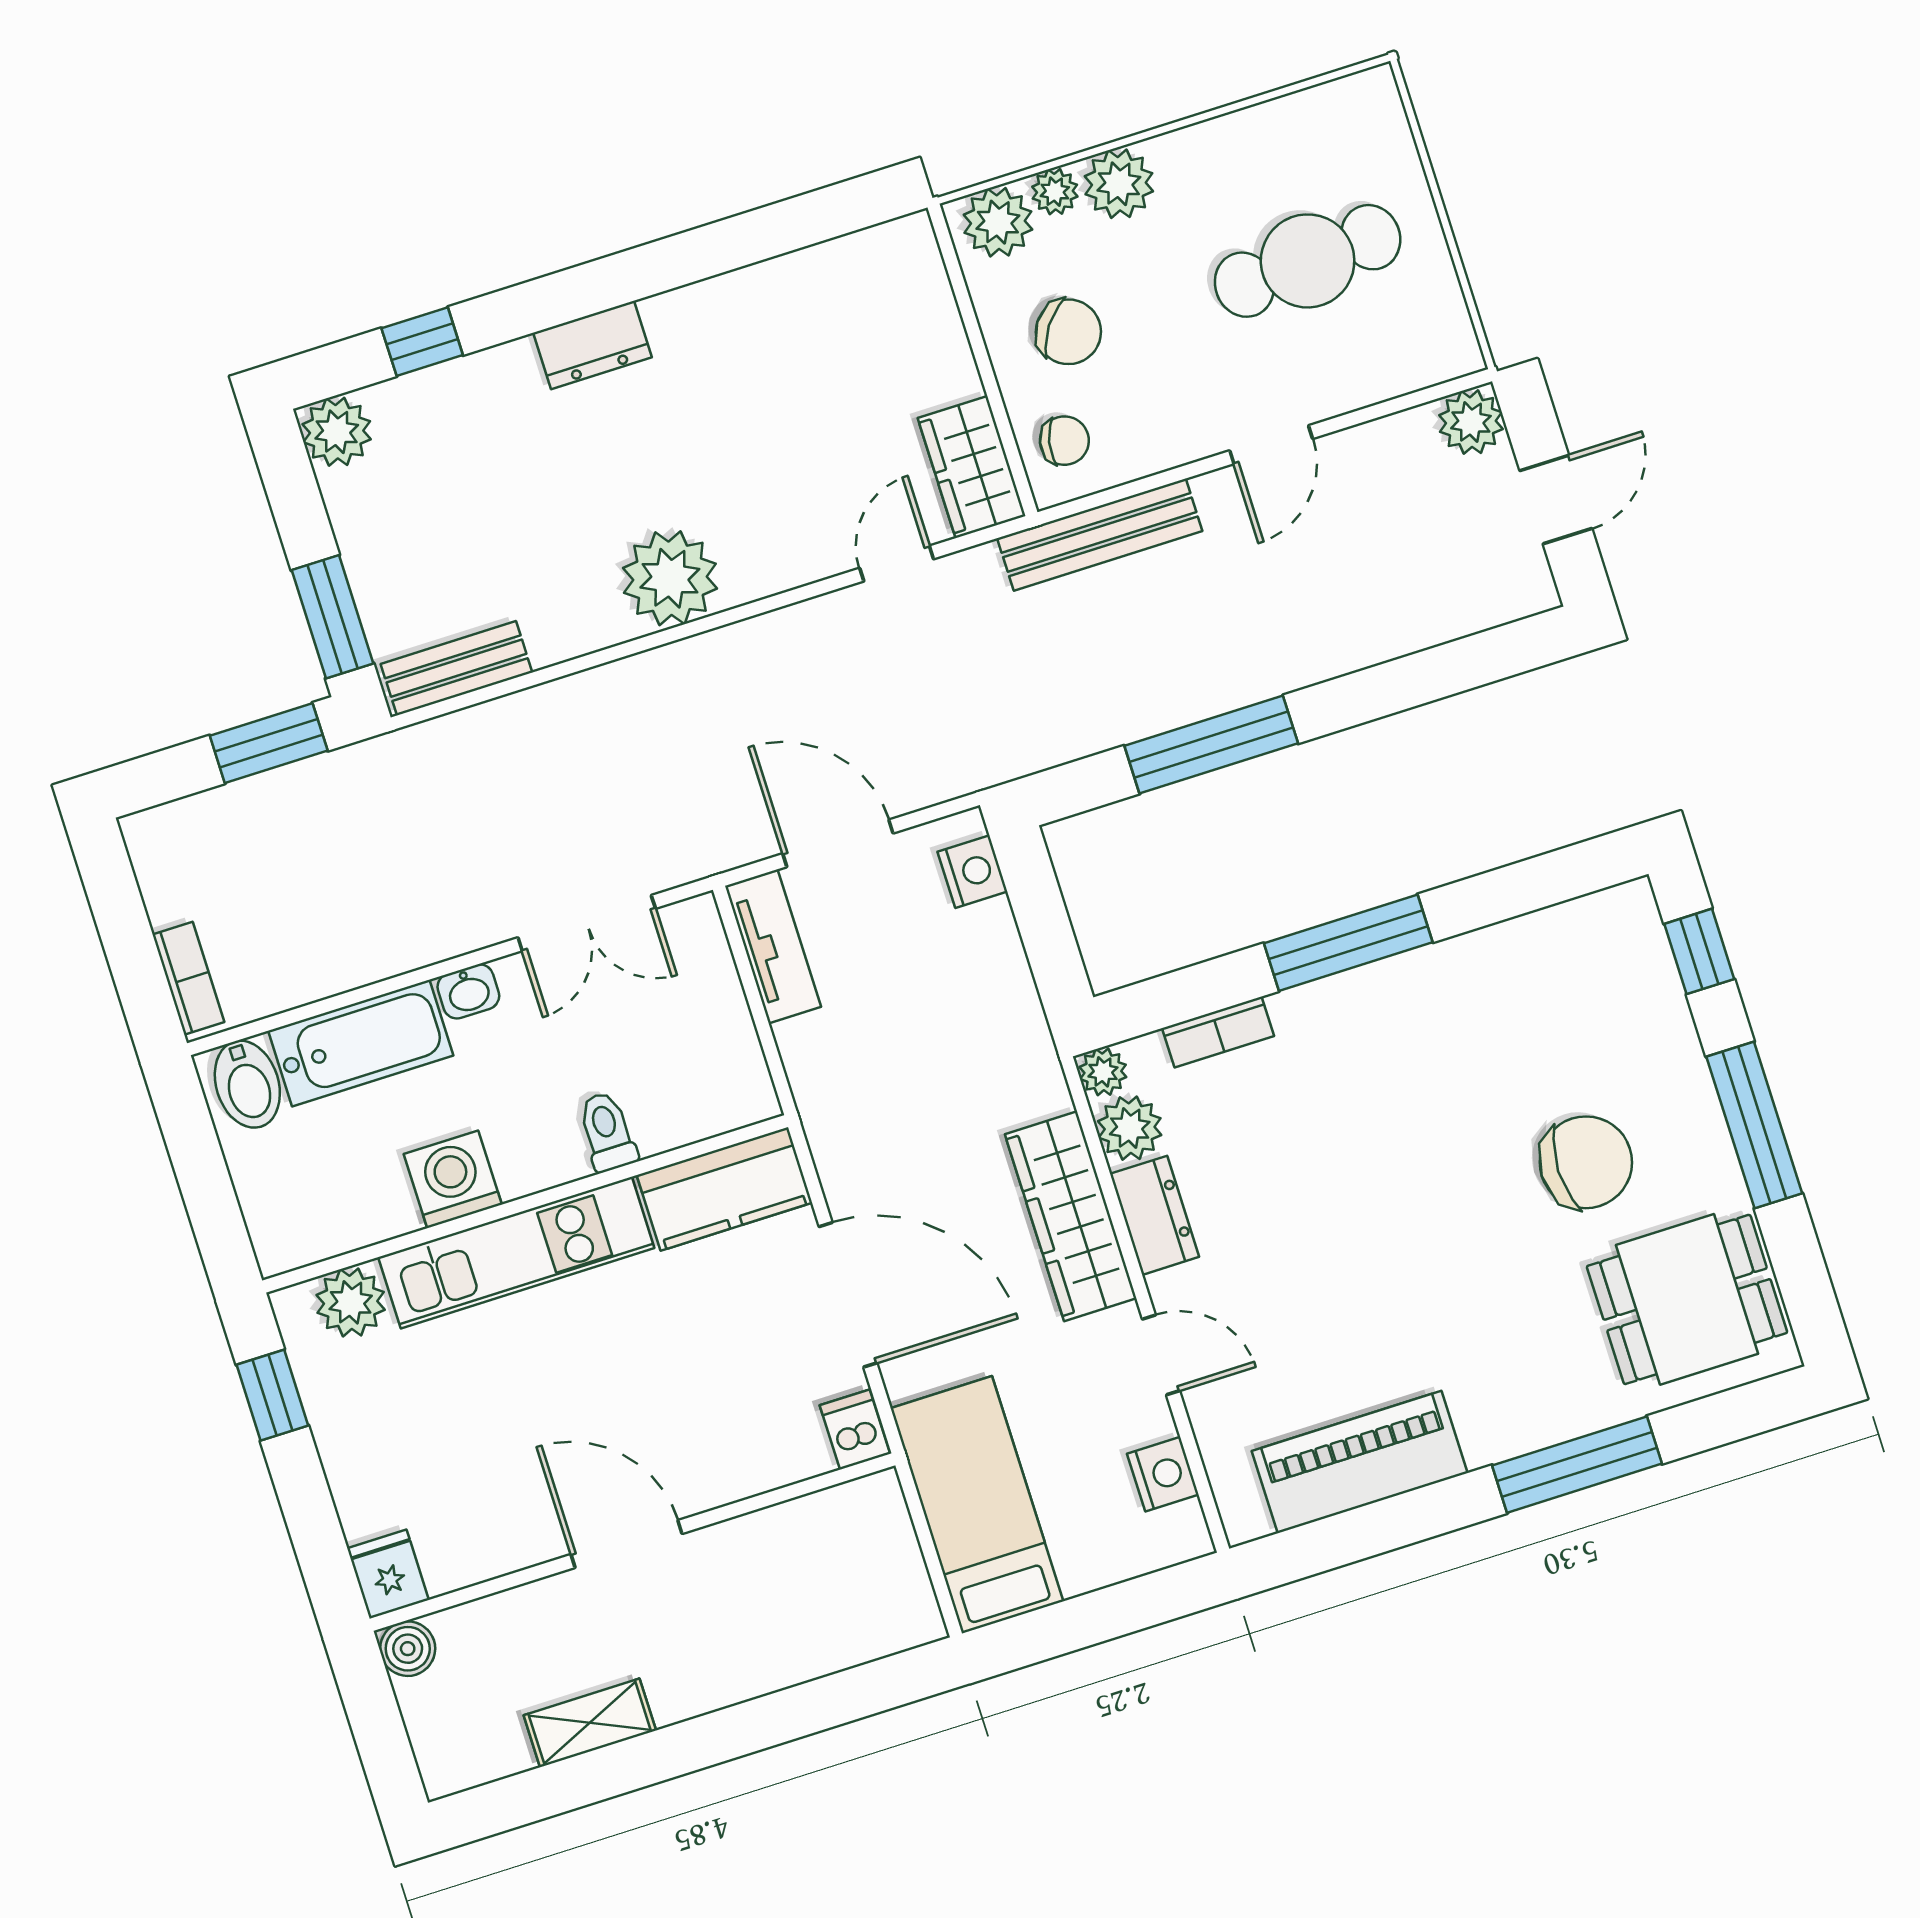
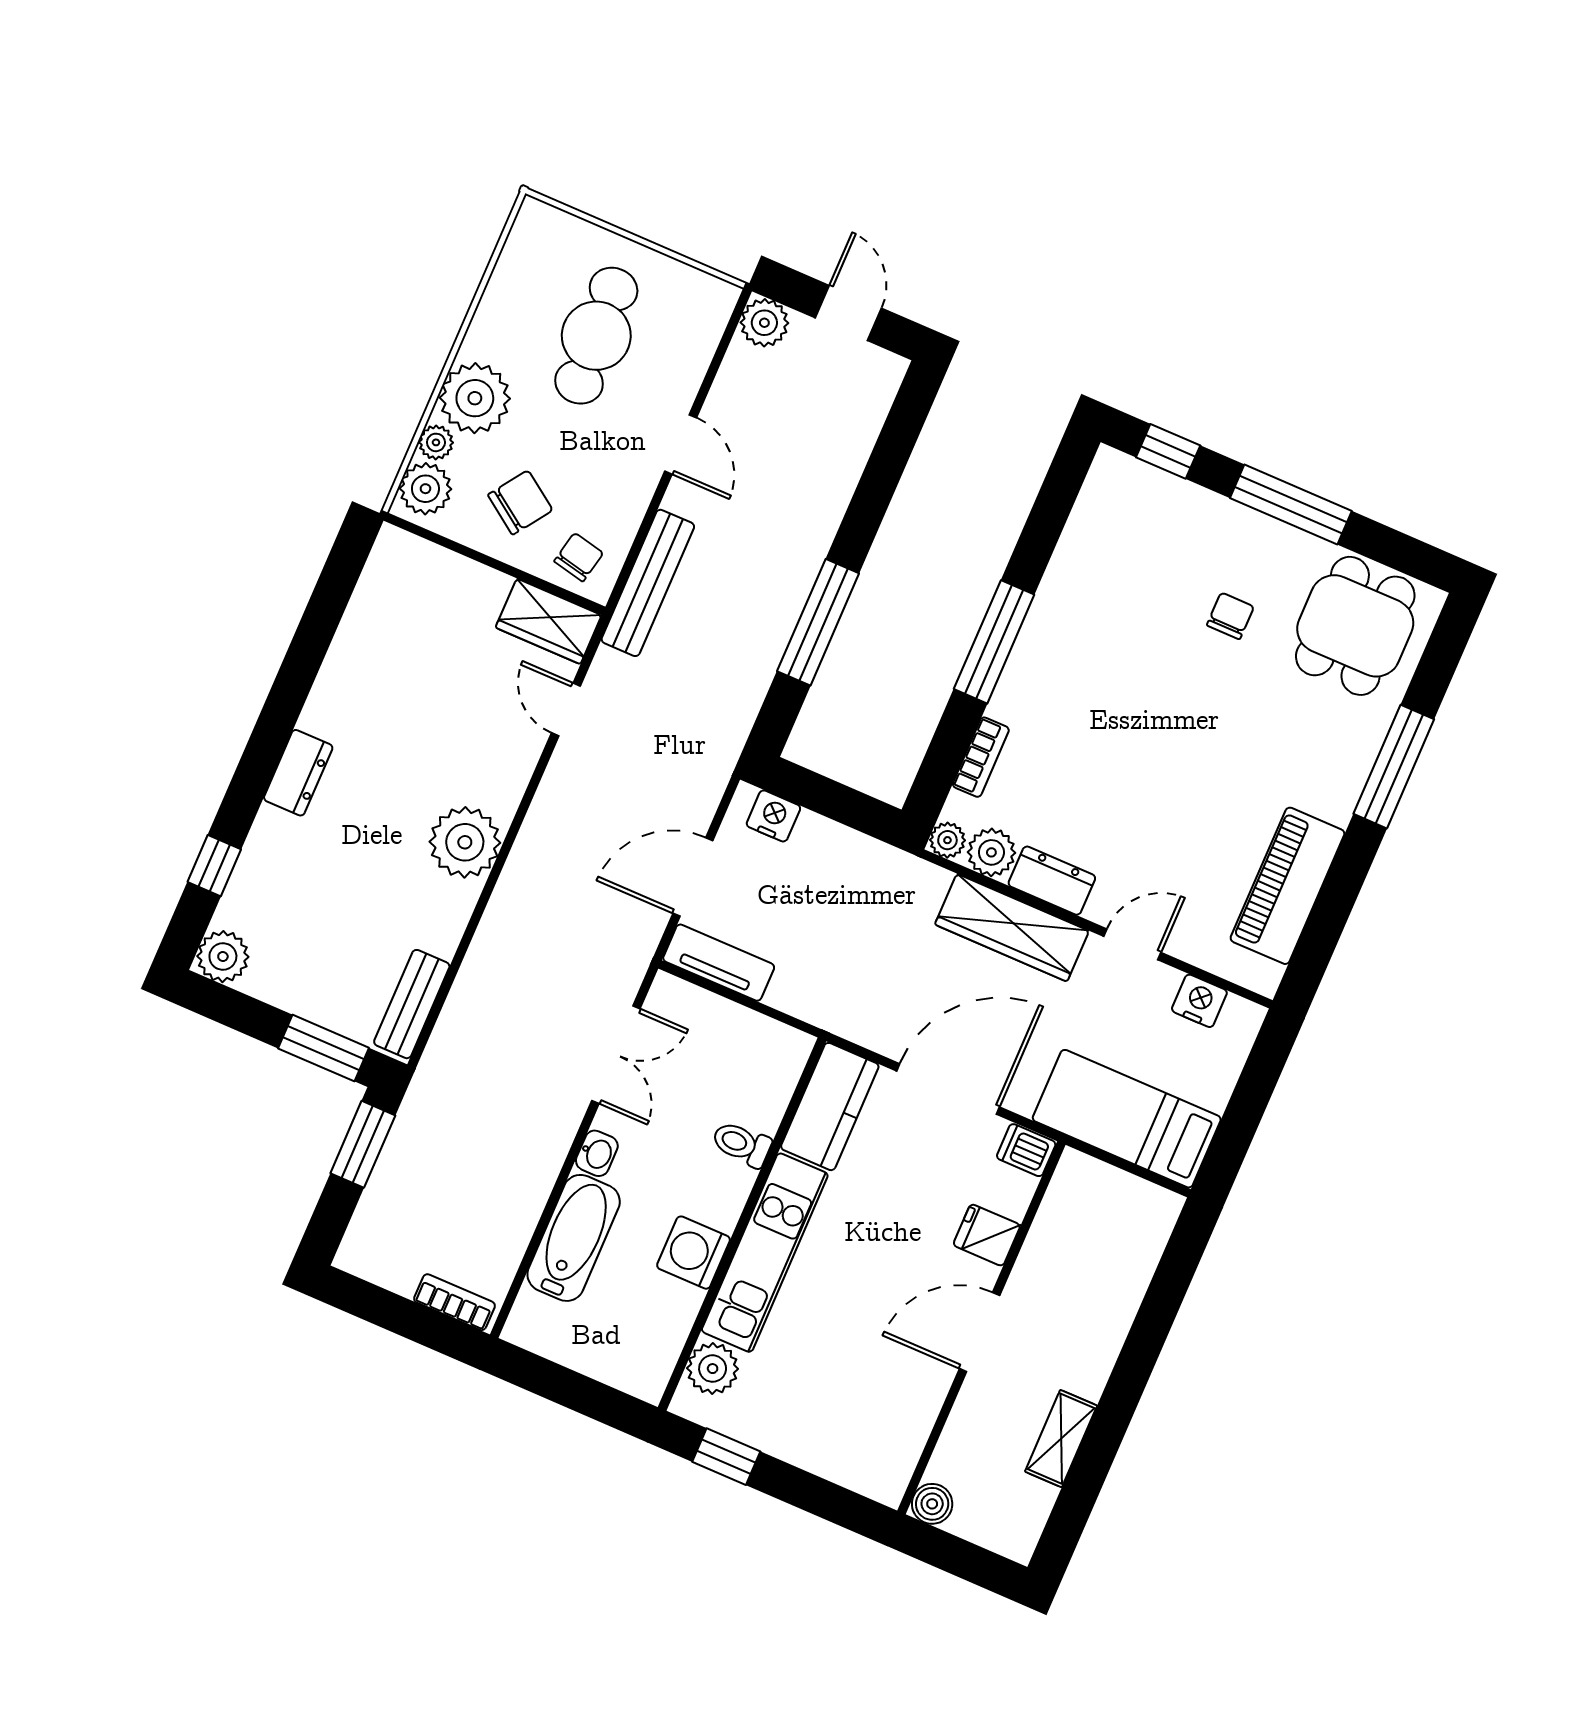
plant: (1119, 184) -> (475, 398), width x1.36, depth x1.36
bidet: (247, 1084) -> (542, 1321), removed
chair: (1586, 1162) -> (1230, 616), width x0.54, depth x0.54
fridge: (388, 1574) -> (987, 1235), moved

